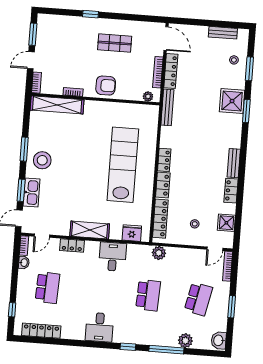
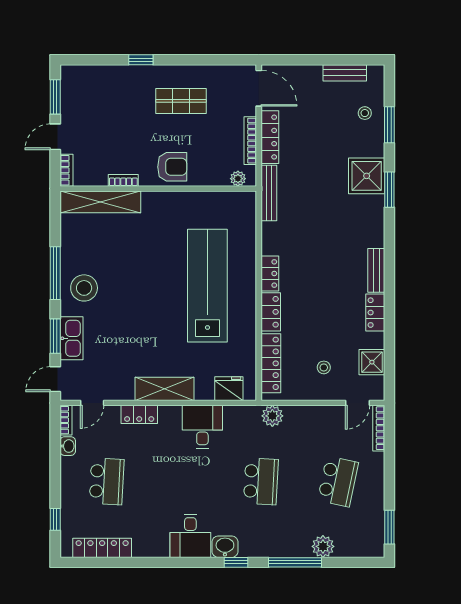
window: (24, 149) -> (55, 273), width x1.44
window: (232, 307) -> (389, 527), moved
washbasin: (219, 340) -> (225, 547), moved, turned 90

